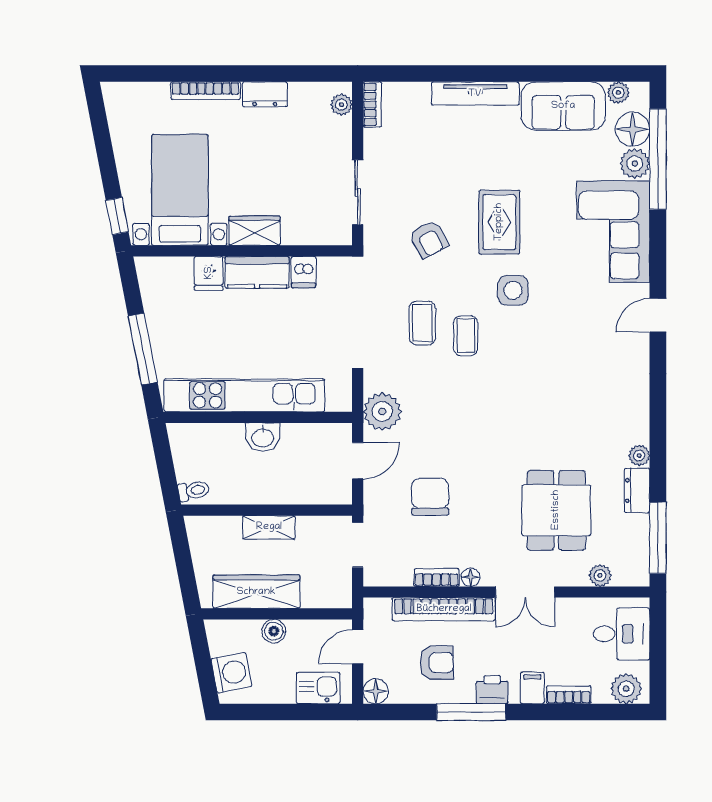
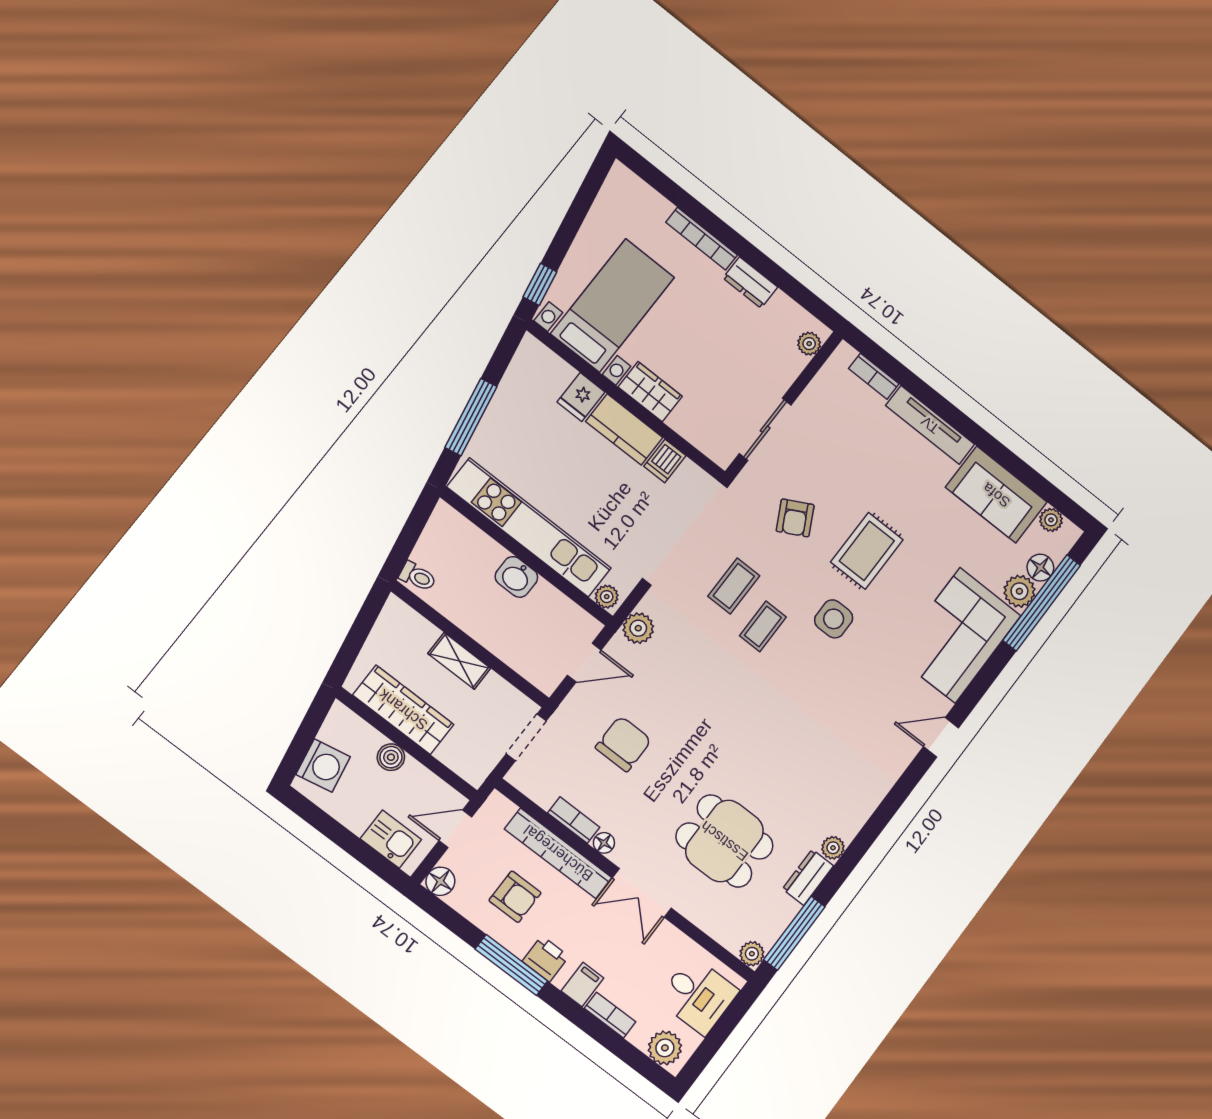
bookcase: (372, 105) -> (874, 376), moved, turned 90
floor lamp: (632, 129) -> (1040, 568), width x0.73, depth x0.73
plant: (337, 401) -> (607, 597), added
plant: (382, 412) -> (638, 628), width x0.73, depth x0.73
dining table: (556, 510) -> (724, 841), turned 90
plant: (600, 575) -> (752, 954), moved

